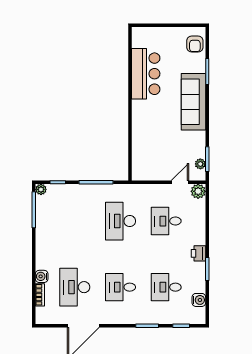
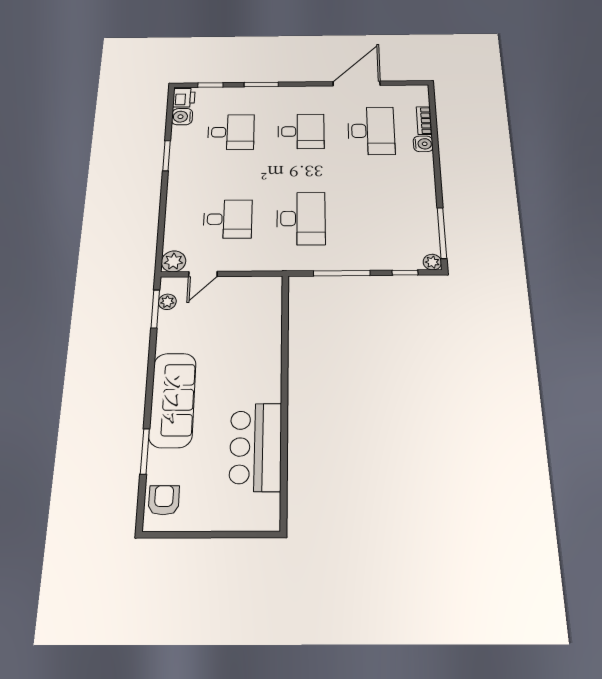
printer: (198, 253) -> (184, 98), moved

